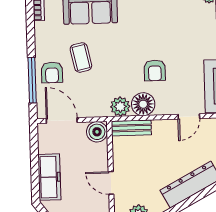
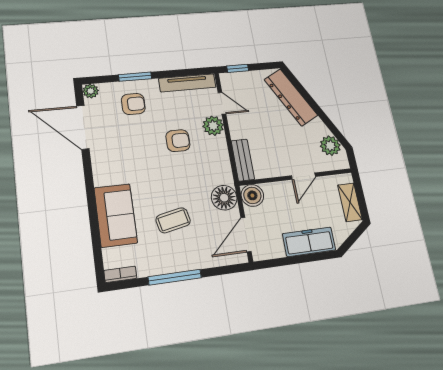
armchair: (52, 72) -> (133, 104), moved
window: (32, 80) -> (175, 277), moved
floor lamp: (143, 104) -> (224, 198), moved
plant: (120, 107) -> (213, 126), moved

